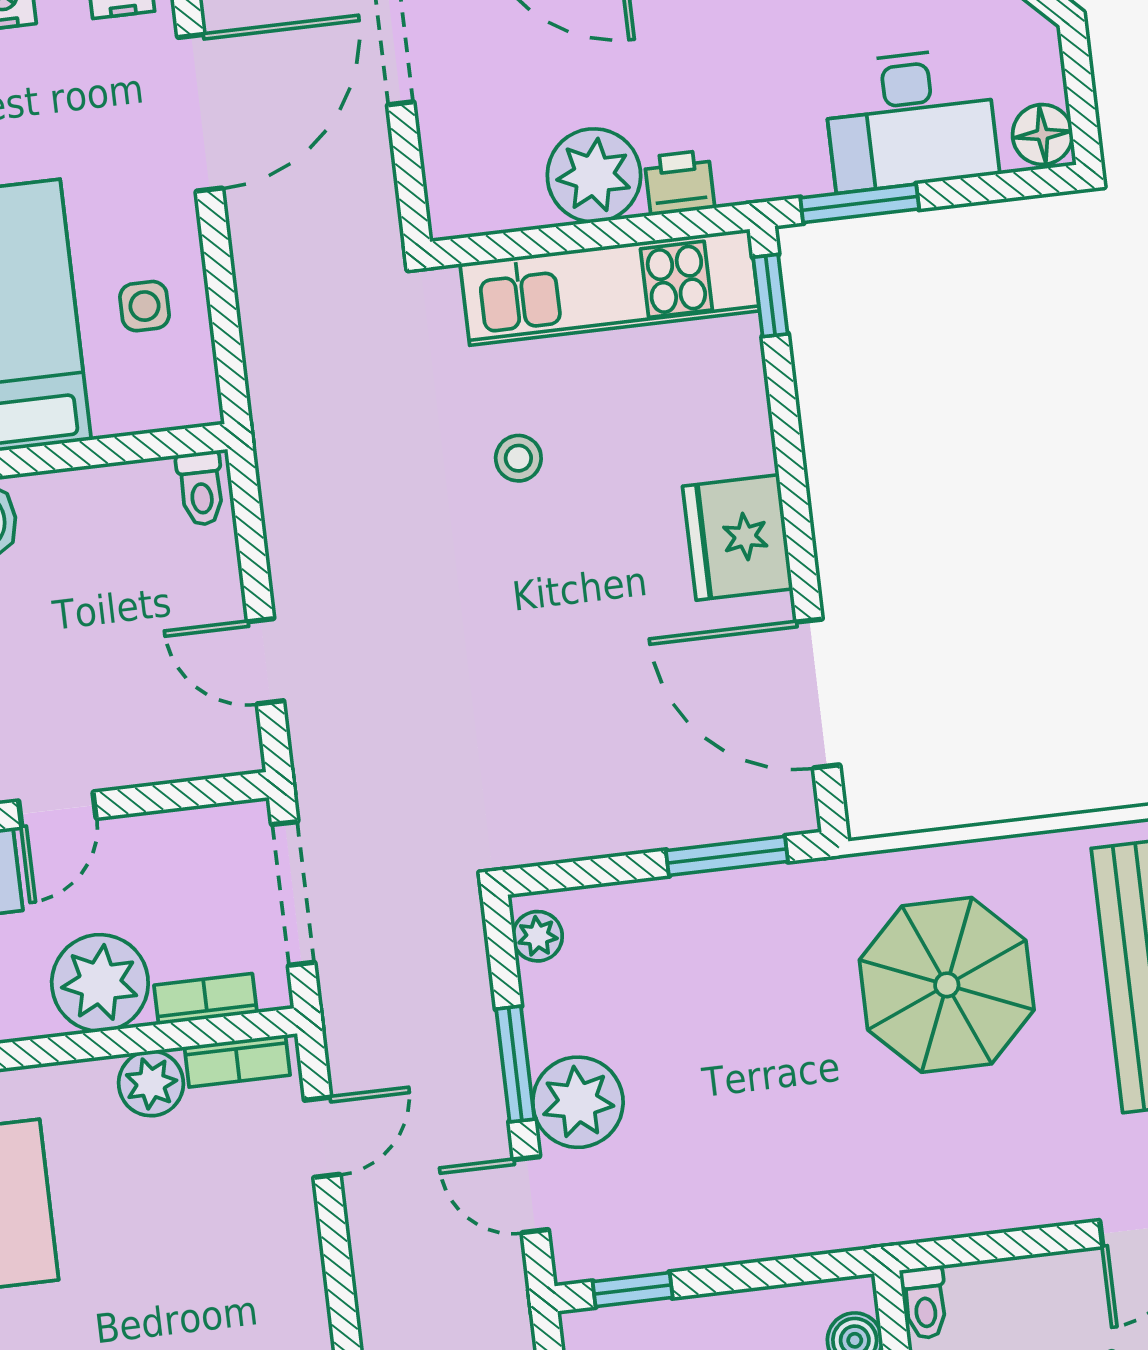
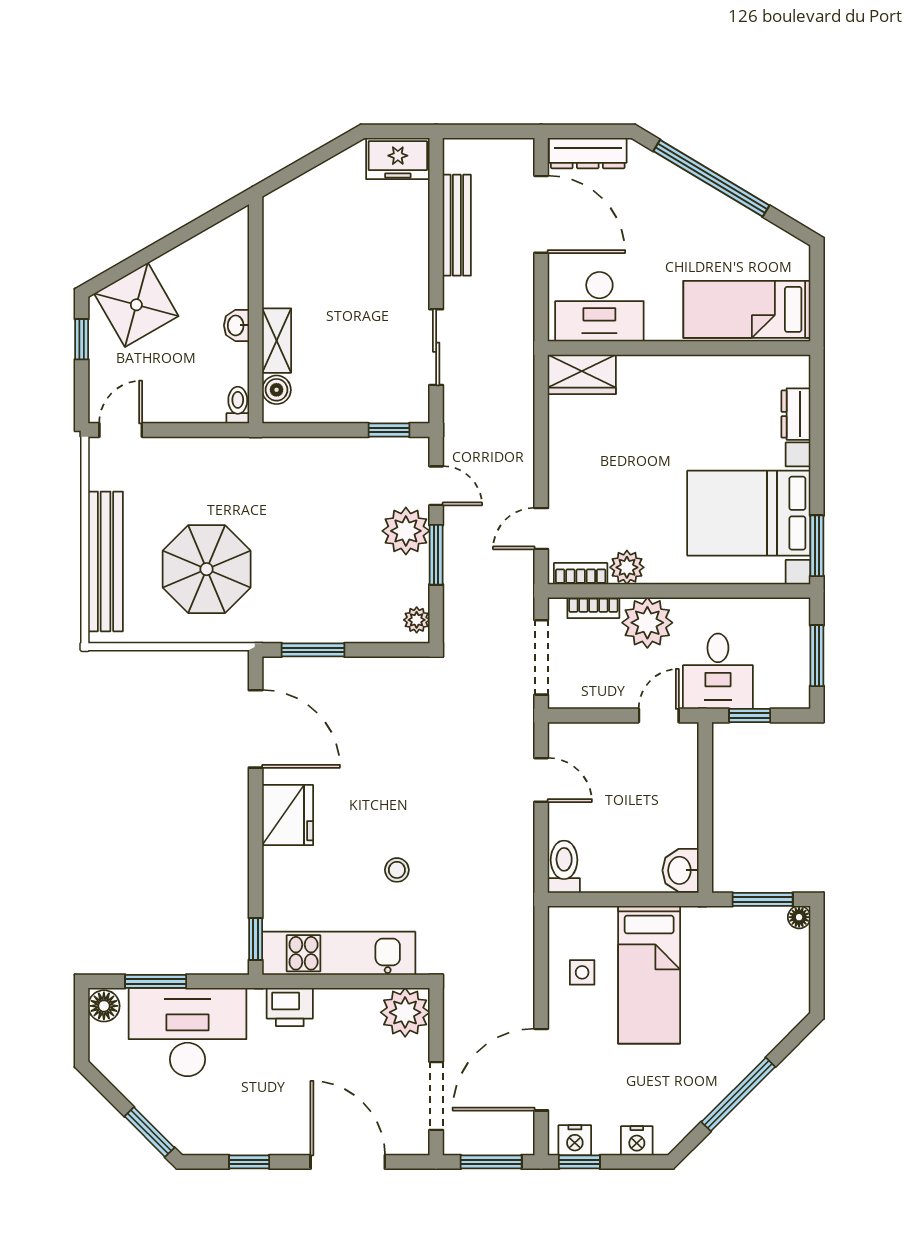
desk: (910, 120) -> (187, 1032), width x1.36, depth x1.30
plant: (594, 175) -> (405, 1012), moved
printer: (679, 183) -> (290, 1007), width x1.36, depth x1.24
window: (860, 203) -> (156, 981), moved
toilet: (201, 488) -> (564, 867), width x1.37, depth x1.39

